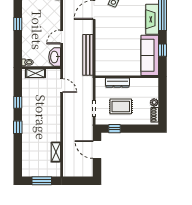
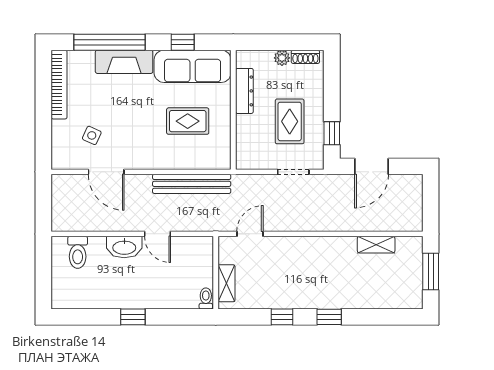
rug: (121, 53) -> (188, 121), added
washbasin: (55, 57) -> (124, 247), moved
dresser: (118, 83) -> (244, 91), moved

